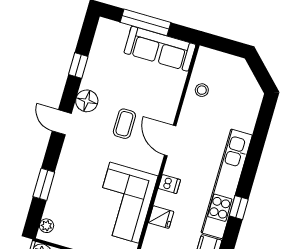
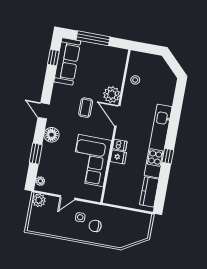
sofa: (160, 49) -> (67, 61), moved, turned -90
window: (78, 65) -> (53, 58), moved
floor lamp: (87, 101) -> (52, 135), moved
plant: (165, 108) -> (112, 95), added
fridge: (161, 217) -> (118, 157), moved

